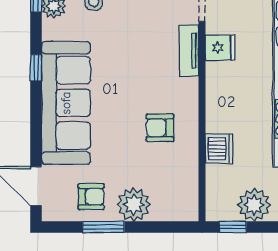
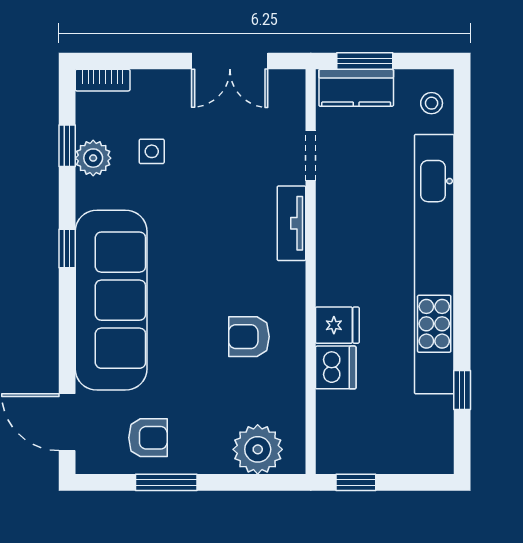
fridge: (220, 48) -> (337, 325), moved
plant: (134, 205) -> (258, 449), moved
plant: (254, 205) -> (387, 450), removed

